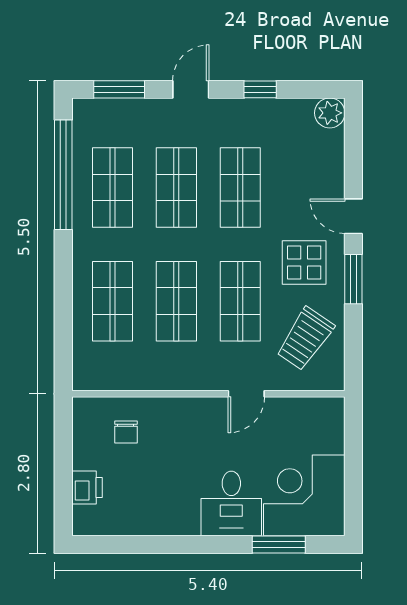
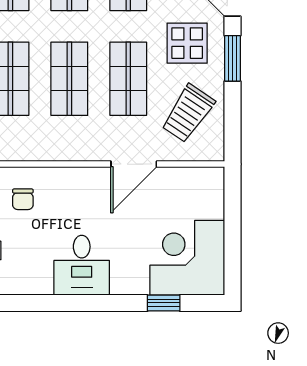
door: (246, 394) -> (134, 164), width x1.38
desk: (231, 503) -> (82, 265), moved
window: (279, 544) -> (164, 303), width x0.67

